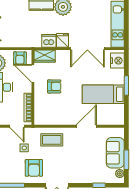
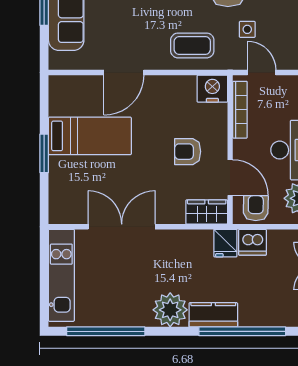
fridge: (62, 40) -> (225, 243), moved
dishwasher: (49, 41) -> (253, 242), moved
nightstand: (117, 61) -> (212, 89), moved, turned 90

